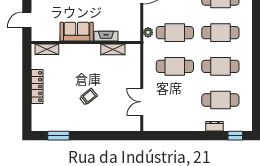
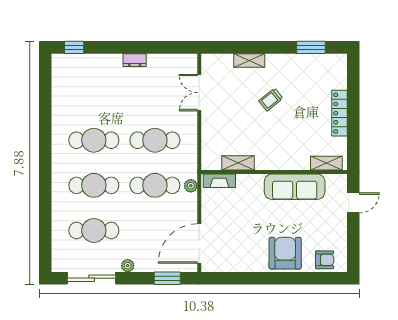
sofa: (77, 32) -> (295, 187), width x1.36
fireplace: (106, 36) -> (219, 181), moved
cafe table: (220, 100) -> (94, 95), removed
double door: (142, 102) -> (199, 93), swing flipped
shelving: (104, 126) -> (249, 60), added
dresser: (214, 126) -> (135, 60), moved

